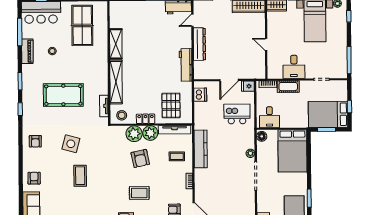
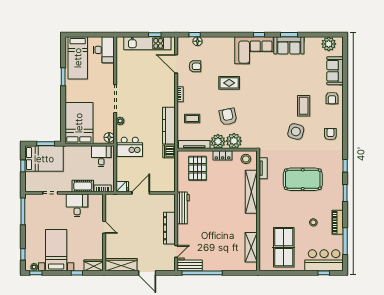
shelving: (116, 44) -> (251, 247), moved
dishwasher: (200, 95) -> (169, 151), moved
kitchen island: (237, 114) -> (130, 147), moved
coffee table: (80, 176) -> (304, 106), moved

